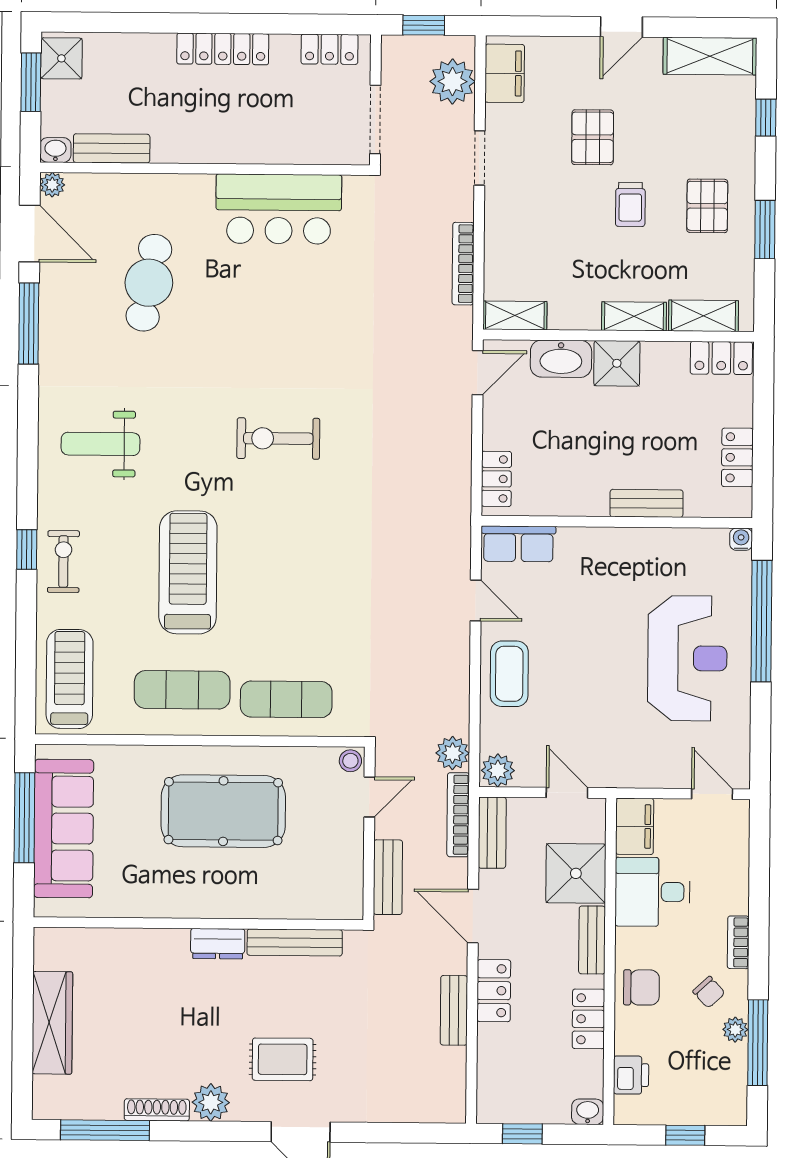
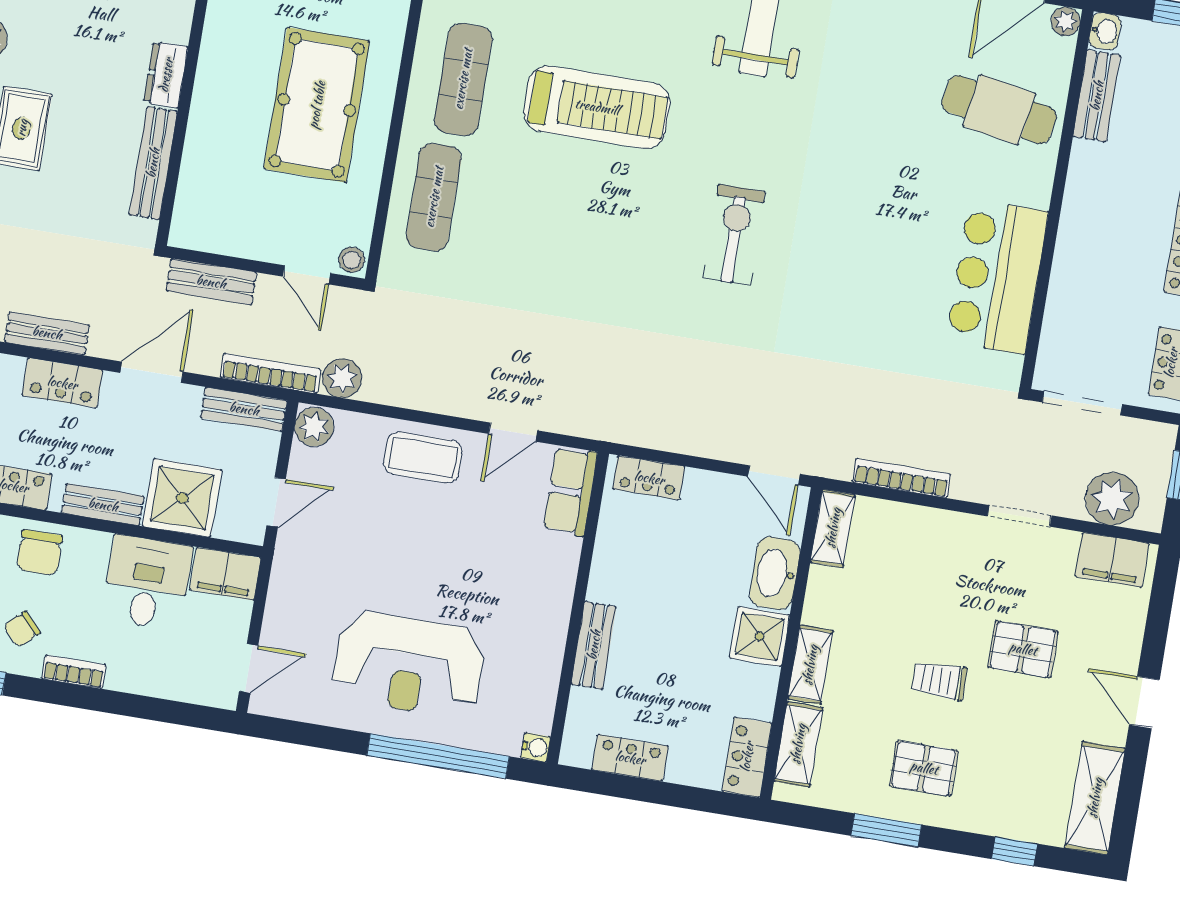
cafe table: (149, 283) -> (999, 110), moved

